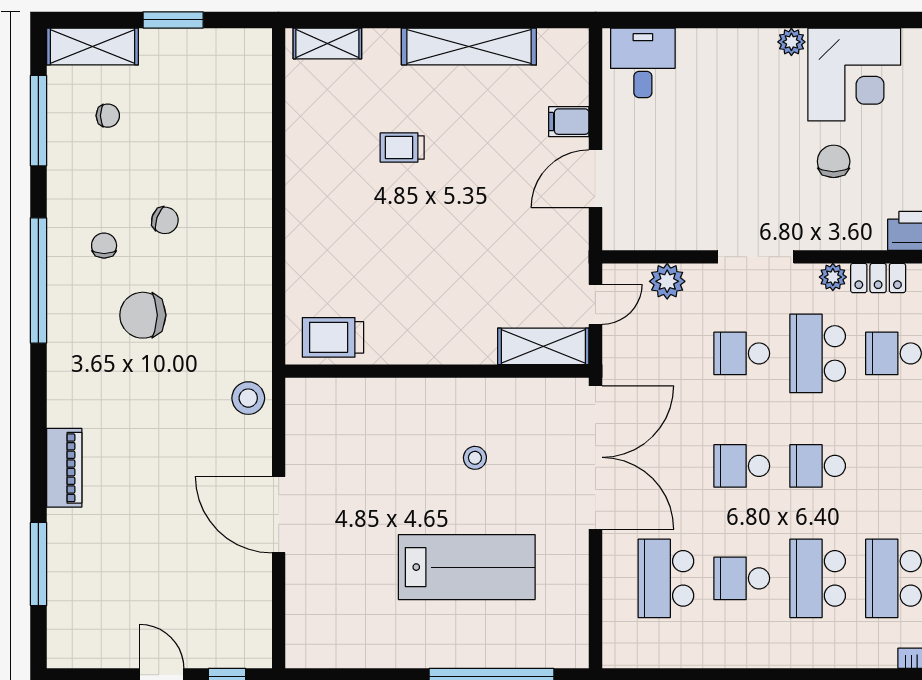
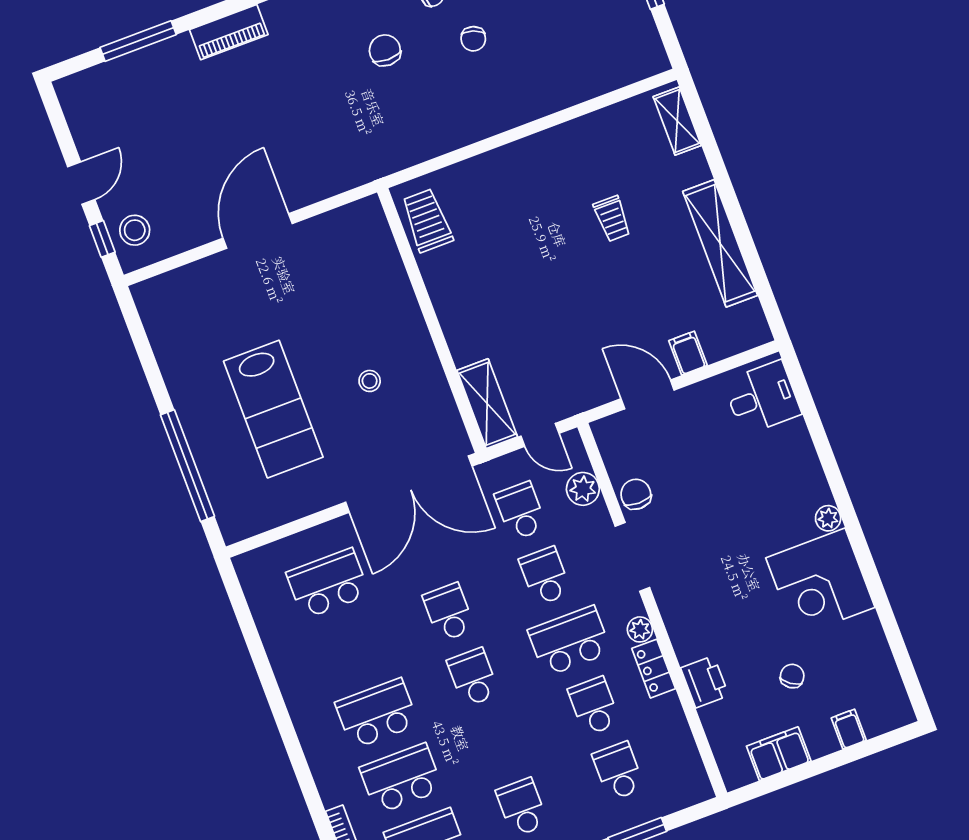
trolley: (402, 148) -> (612, 219), turned 180
chair: (834, 161) -> (636, 494), moved, turned -90
chair: (143, 315) -> (385, 50), width x0.73, depth x0.73
stool: (248, 398) -> (135, 230), moved
school desk: (742, 578) -> (521, 511), moved

